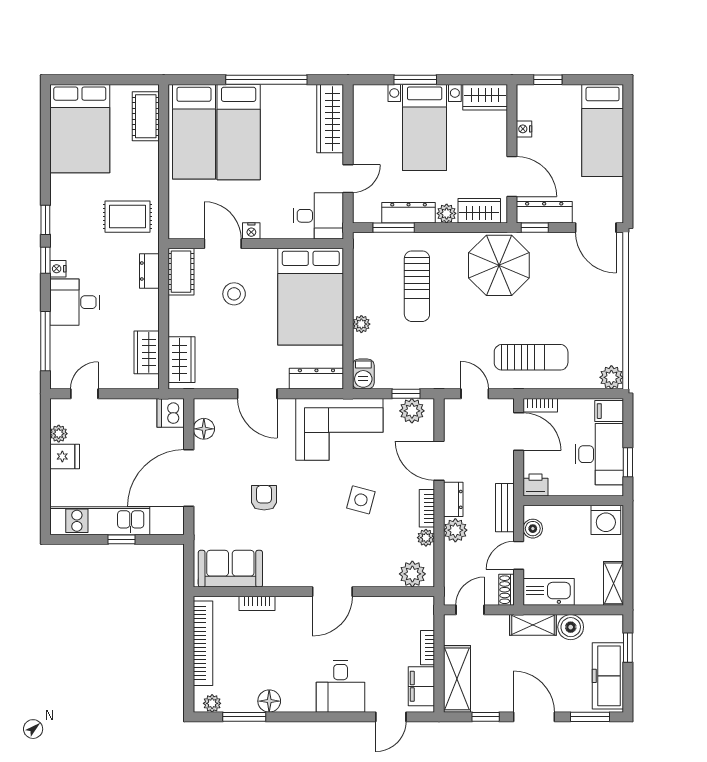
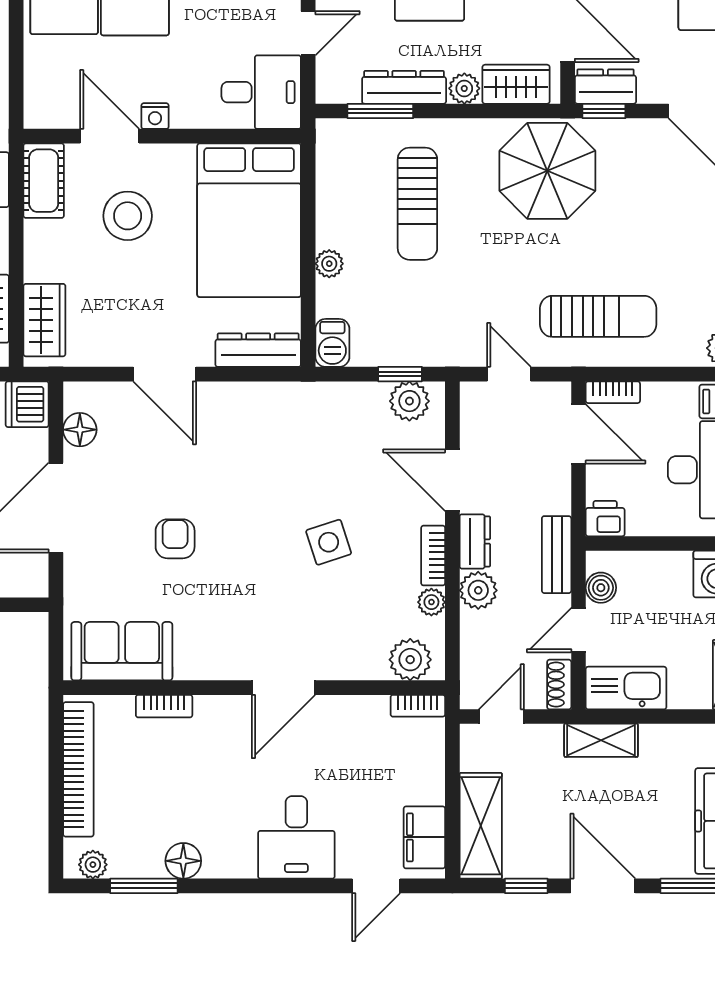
dresser: (544, 212) -> (606, 87), width x0.70
stool: (234, 294) -> (128, 216), width x1.38, depth x1.38
corner sofa: (339, 429) -> (294, 430), removed
side table: (361, 500) -> (329, 542), turned -33
boiler: (571, 627) -> (661, 744), removed
bookcase: (428, 648) -> (418, 706), moved, turned -90

